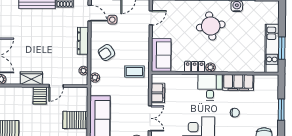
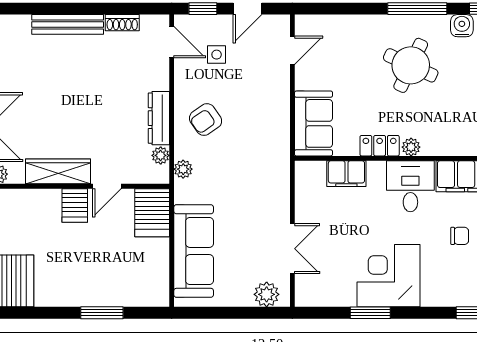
round table: (211, 26) -> (411, 65), turned 34
dresser: (83, 41) -> (159, 118), moved
coffee table: (134, 71) -> (261, 156), removed
wardrobe: (31, 78) -> (58, 171), width x1.50
filing cabinet: (158, 93) -> (346, 174), moved, turned 90
server rack: (75, 120) -> (152, 213), moved, turned -90

